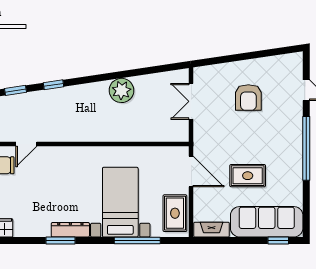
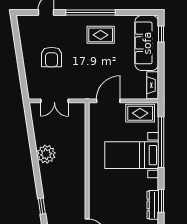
armchair: (248, 98) -> (52, 57), turned 90
rug: (248, 176) -> (101, 35), moved, turned 90
dresser: (70, 230) -> (153, 205), moved
window: (137, 241) -> (161, 142), width x1.46

